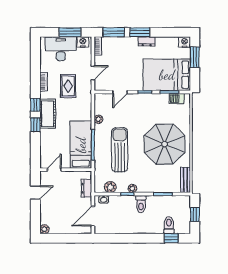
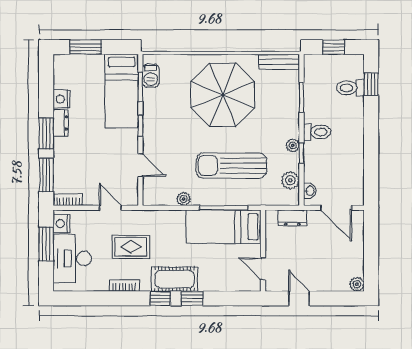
nightstand: (184, 42) -> (62, 99), moved
bed: (167, 75) -> (122, 91), width x0.67

